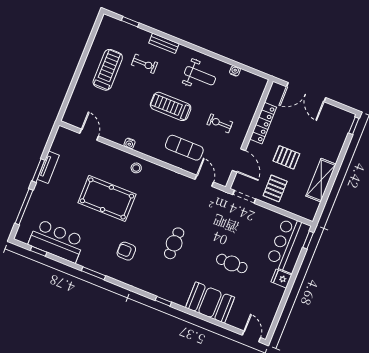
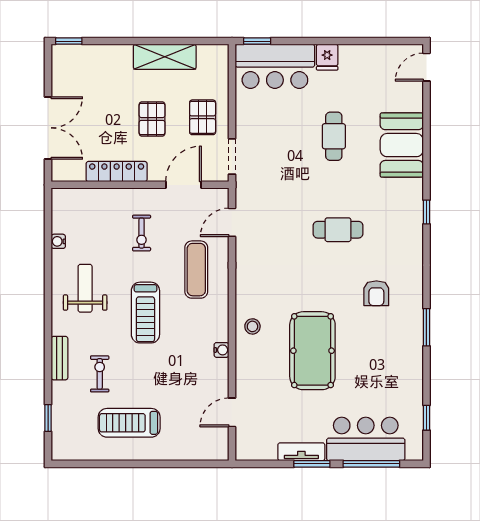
pallet: (275, 188) -> (203, 117), turned 90
bar counter: (57, 241) -> (366, 439), moved, turned 90

